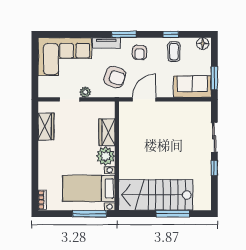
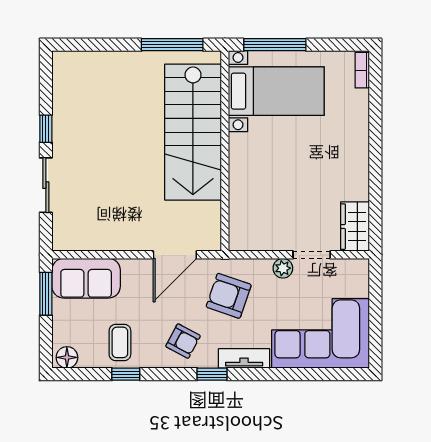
window: (124, 34) -> (212, 374), width x0.67
armchair: (140, 52) -> (183, 341), turned 114
wardrobe: (46, 127) -> (355, 227), moved
wardrobe: (107, 132) -> (243, 194), removed
plant: (106, 156) -> (245, 150), removed
stairs: (156, 195) -> (193, 132), moved, turned 90
window: (173, 214) -> (172, 45), moved

